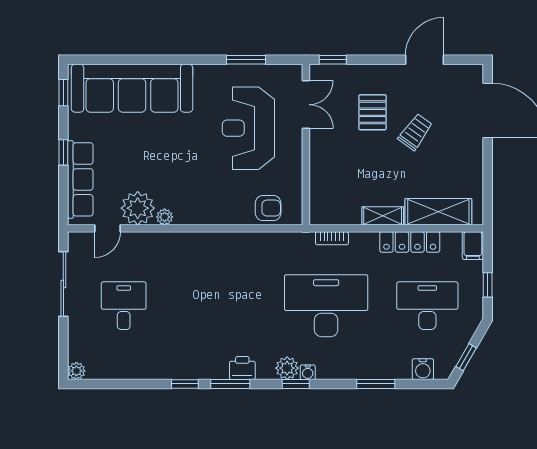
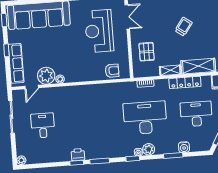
pallet: (372, 112) -> (147, 52), moved
printer: (242, 368) -> (78, 155), moved
plant: (287, 368) -> (149, 149), moved
water cooler: (423, 369) -> (184, 147), moved

